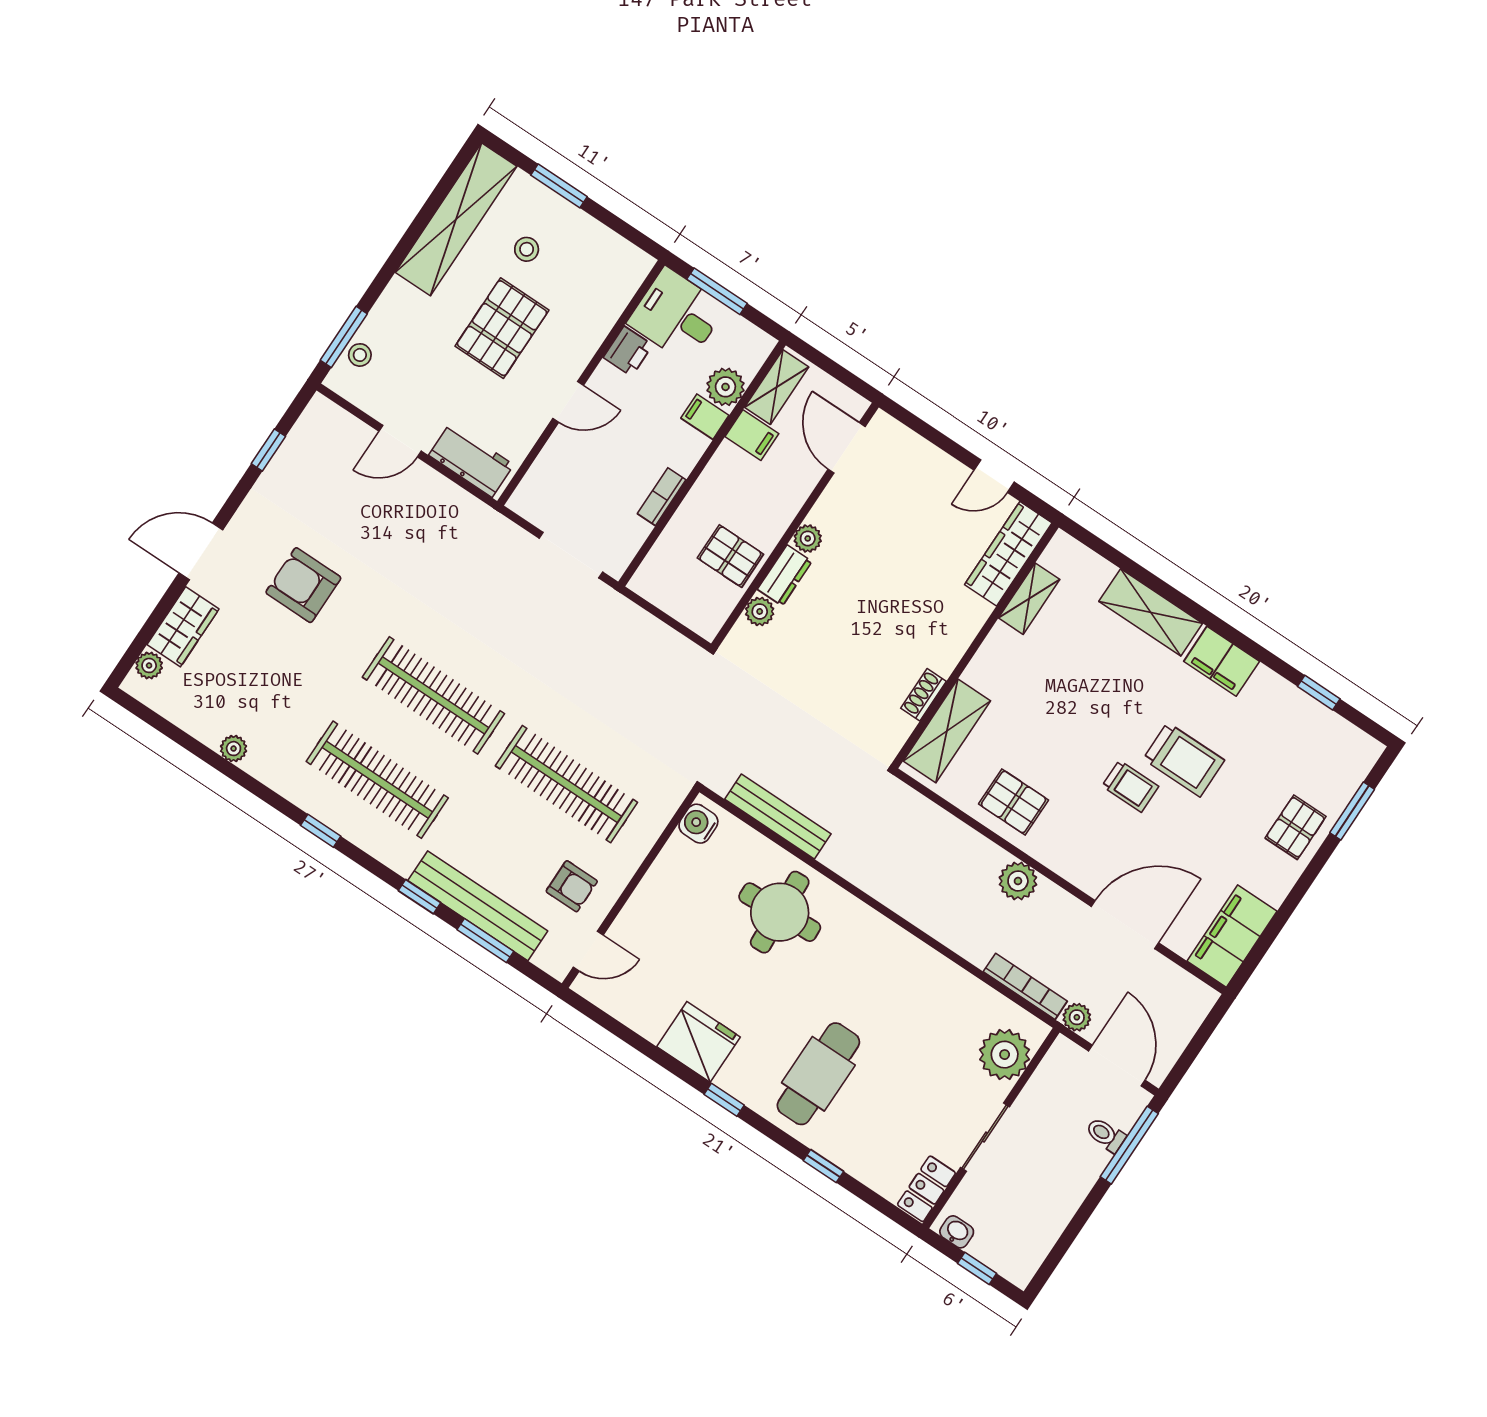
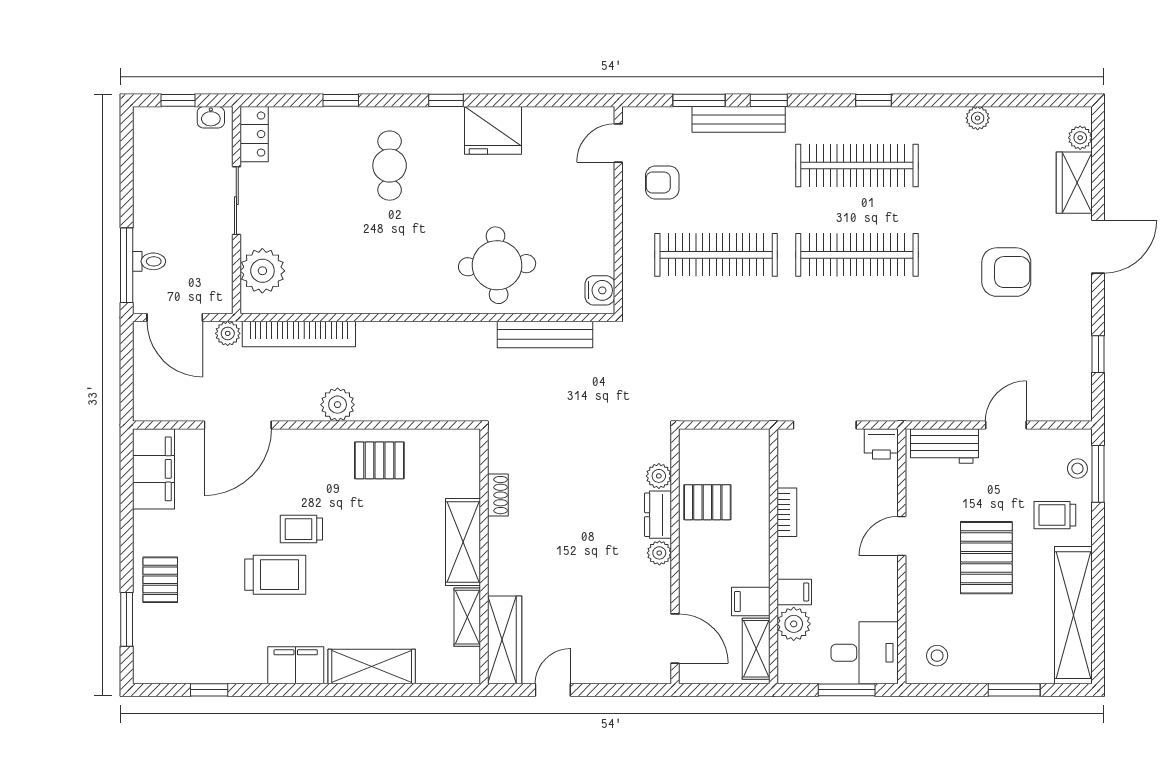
stool: (527, 249) -> (937, 656), moved
trolley: (411, 325) -> (1055, 515), added
printer: (628, 351) -> (881, 444), moved, turned -90
shelving: (947, 731) -> (463, 542), moved
trolley: (1184, 760) -> (275, 575), turned 180
bench: (478, 906) -> (739, 119), width x0.73, depth x0.82
bookcase: (1025, 986) -> (299, 334), width x1.48, depth x1.31
cafe table: (818, 1074) -> (390, 166), width x0.73, depth x0.74

